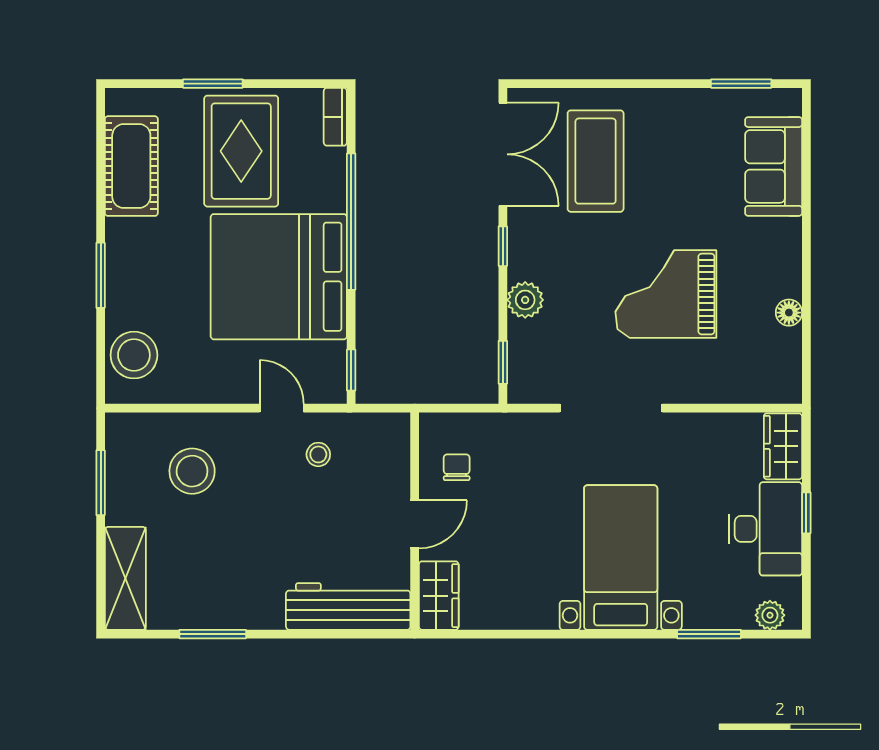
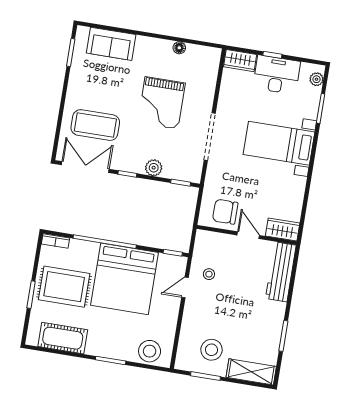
chair: (457, 467) -> (225, 212), width x1.87, depth x1.87
stool: (192, 471) -> (212, 350), moved

